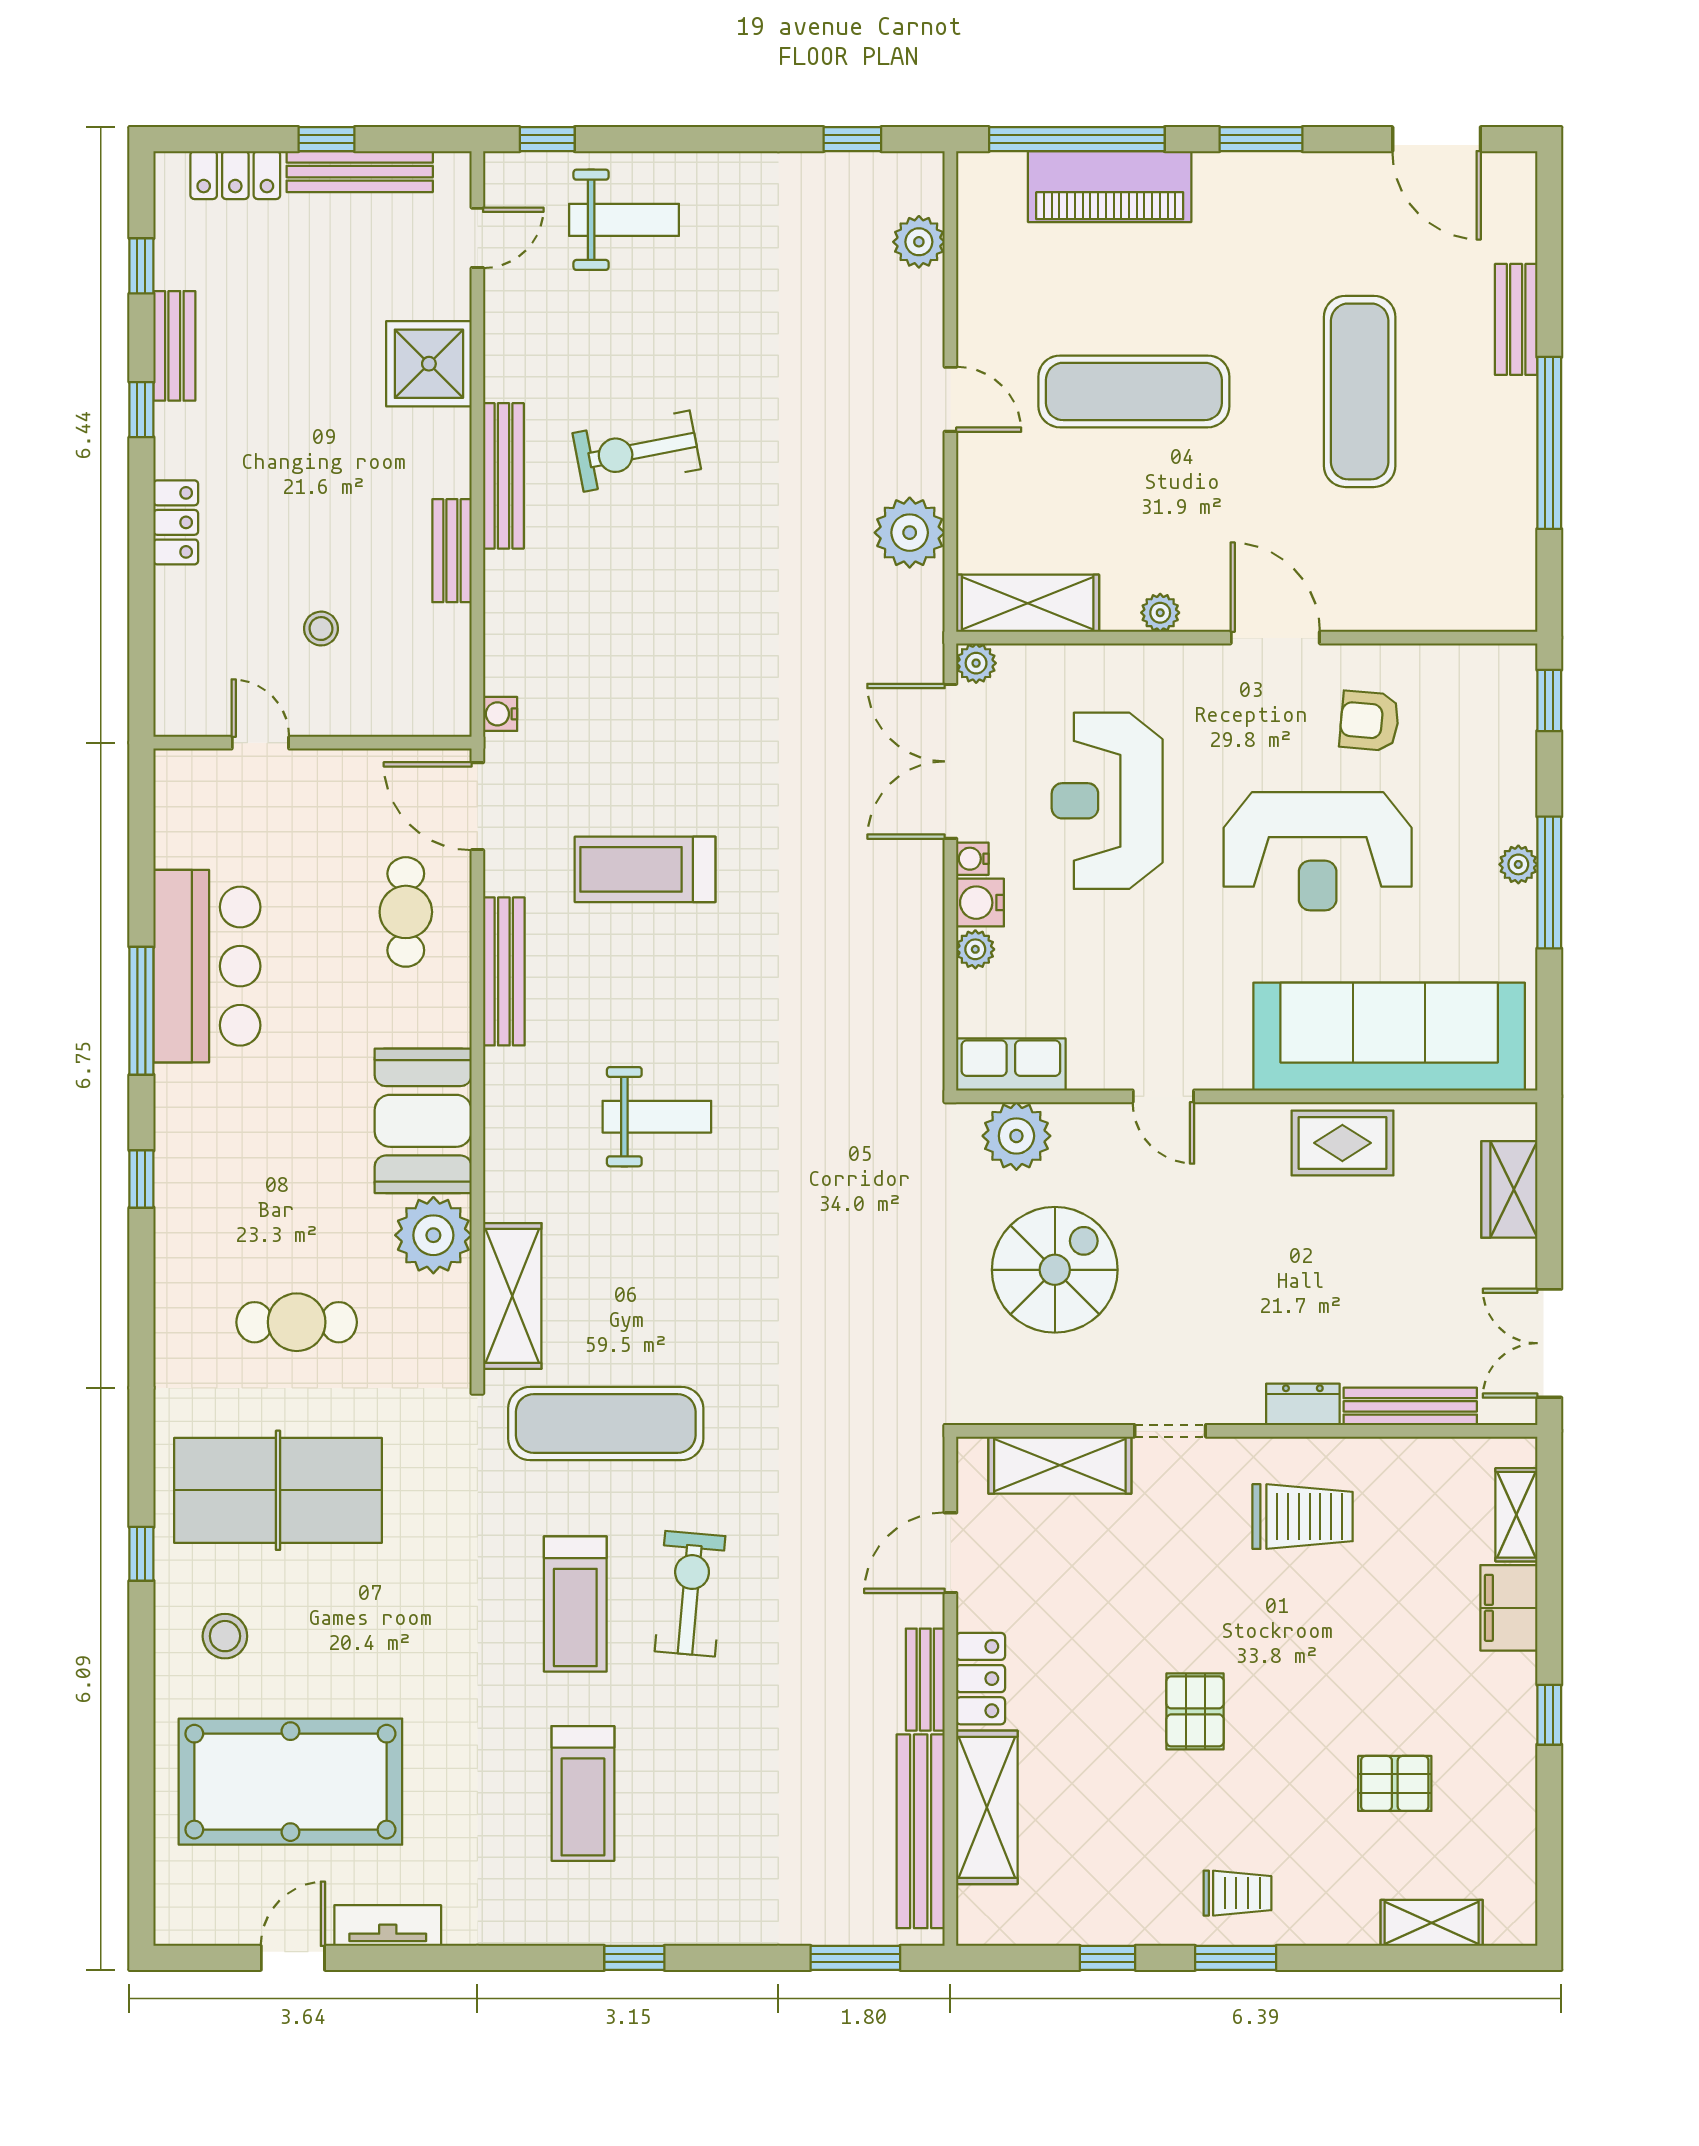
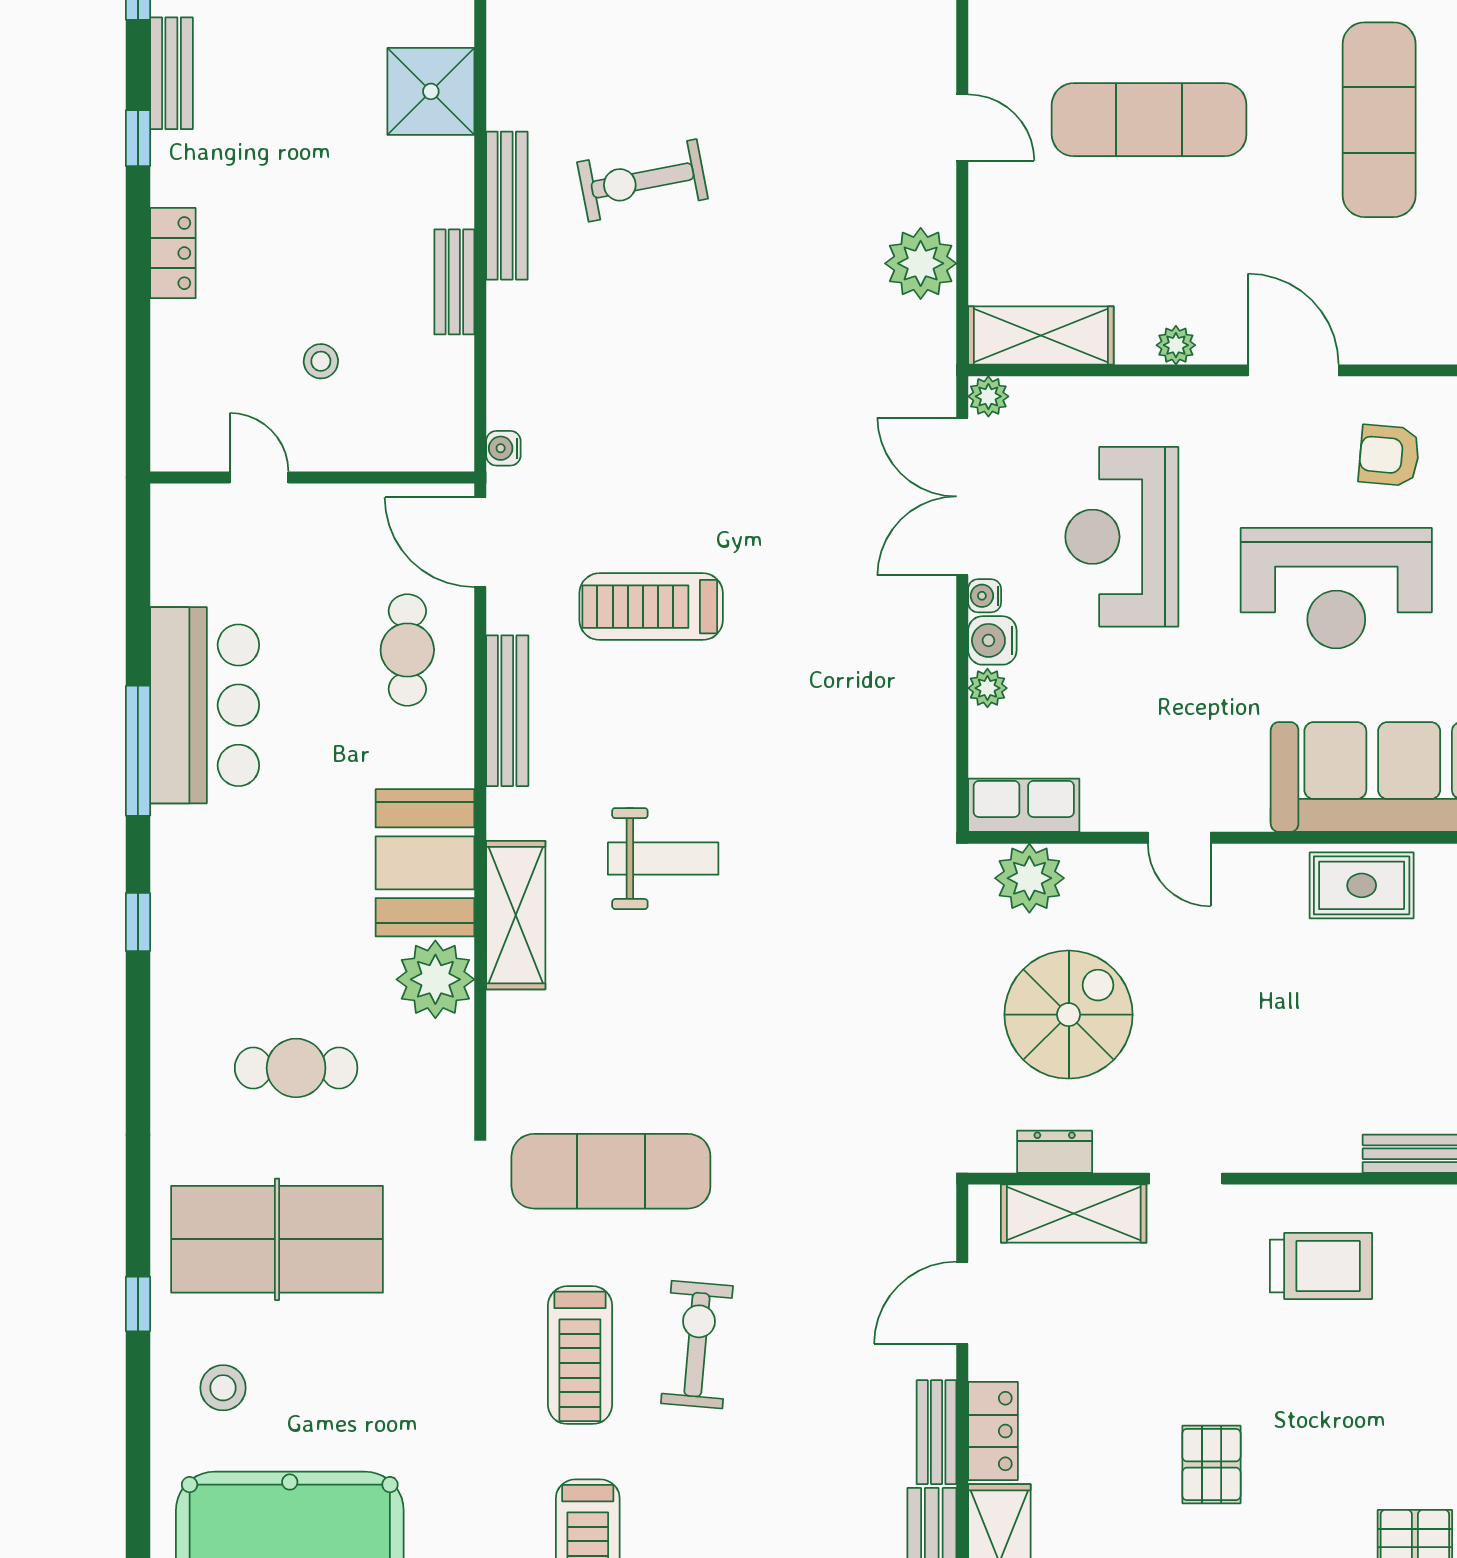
shelving: (512, 1296) -> (516, 915), moved
dresser: (1303, 1404) -> (1055, 1152), moved

